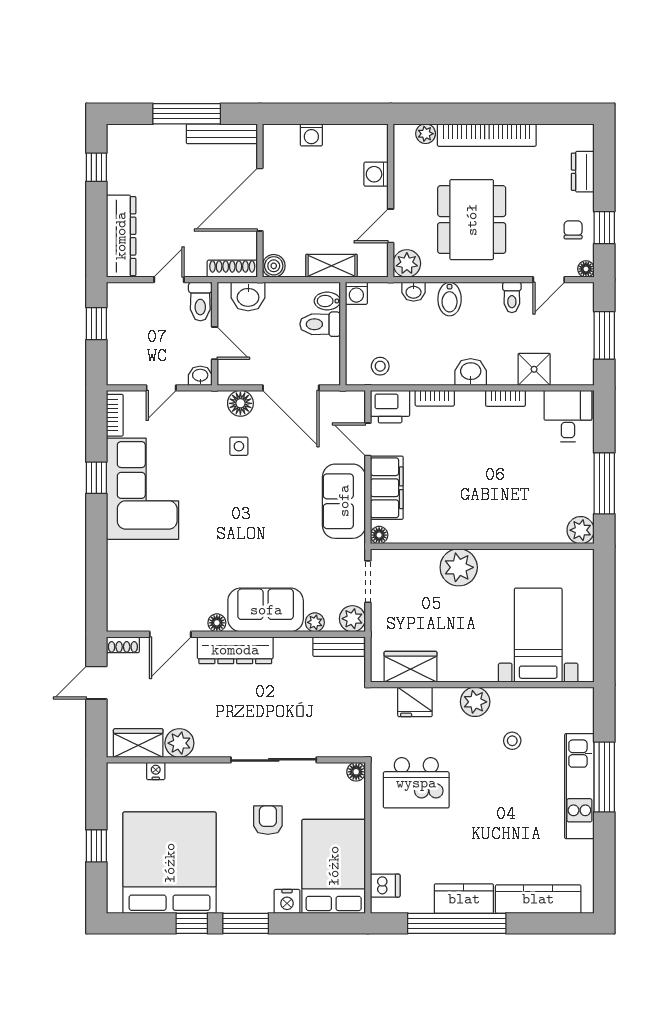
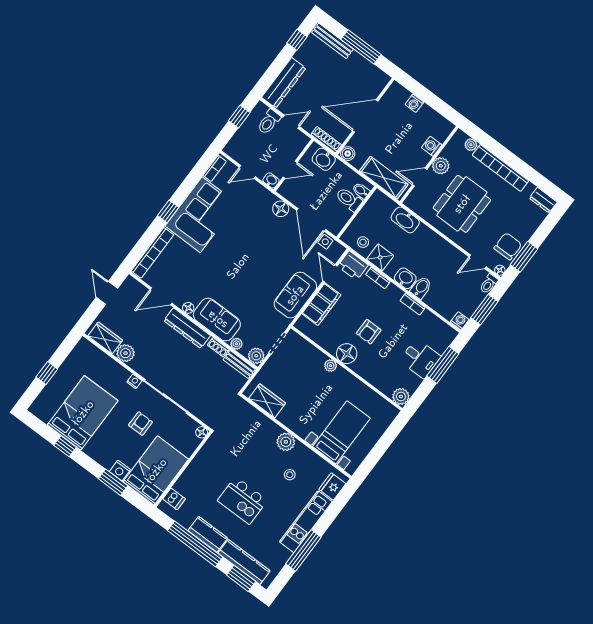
bench: (222, 134) -> (332, 41), moved
dresser: (583, 172) -> (543, 200), moved, turned -90
window: (604, 228) -> (524, 257), width x1.50
chair: (573, 230) -> (508, 246), width x1.87, depth x1.87
plant: (407, 263) -> (441, 166), moved
shelving: (332, 266) -> (384, 178), width x1.50, depth x1.33
washbasin: (414, 292) -> (405, 220), width x1.91, depth x1.45
washing machine: (356, 293) -> (460, 321), moved, turned 180
toilet: (512, 297) -> (489, 284), moved
bidet: (450, 299) -> (421, 287), moved, turned 180
toilet: (200, 302) -> (269, 122), moved
door: (215, 343) -> (290, 170), hinge flipped
shower: (534, 369) -> (380, 257), moved
desk: (568, 416) -> (420, 358), moved, turned 90
side table: (239, 446) -> (325, 242), moved
armchair: (475, 477) -> (369, 332), added
window: (96, 478) -> (168, 211), moved
window: (604, 483) -> (443, 365), moved
floor lamp: (379, 535) -> (347, 354), moved, width x1.89, depth x1.89
plant: (459, 567) -> (331, 366), width x0.53, depth x0.53
bookcase: (117, 586) -> (153, 253), added
shoe rack: (123, 645) -> (218, 347), moved
door: (96, 683) -> (107, 293), hinge flipped
fridge: (415, 702) -> (332, 487), moved, turned 90
nightstand: (156, 771) -> (134, 381), moved
window: (604, 777) -> (303, 550), moved
kitchen island: (416, 783) -> (242, 500), moved
bed: (170, 863) -> (83, 413), width x0.73
window: (246, 923) -> (113, 482), moved
window: (550, 923) -> (241, 578), added

